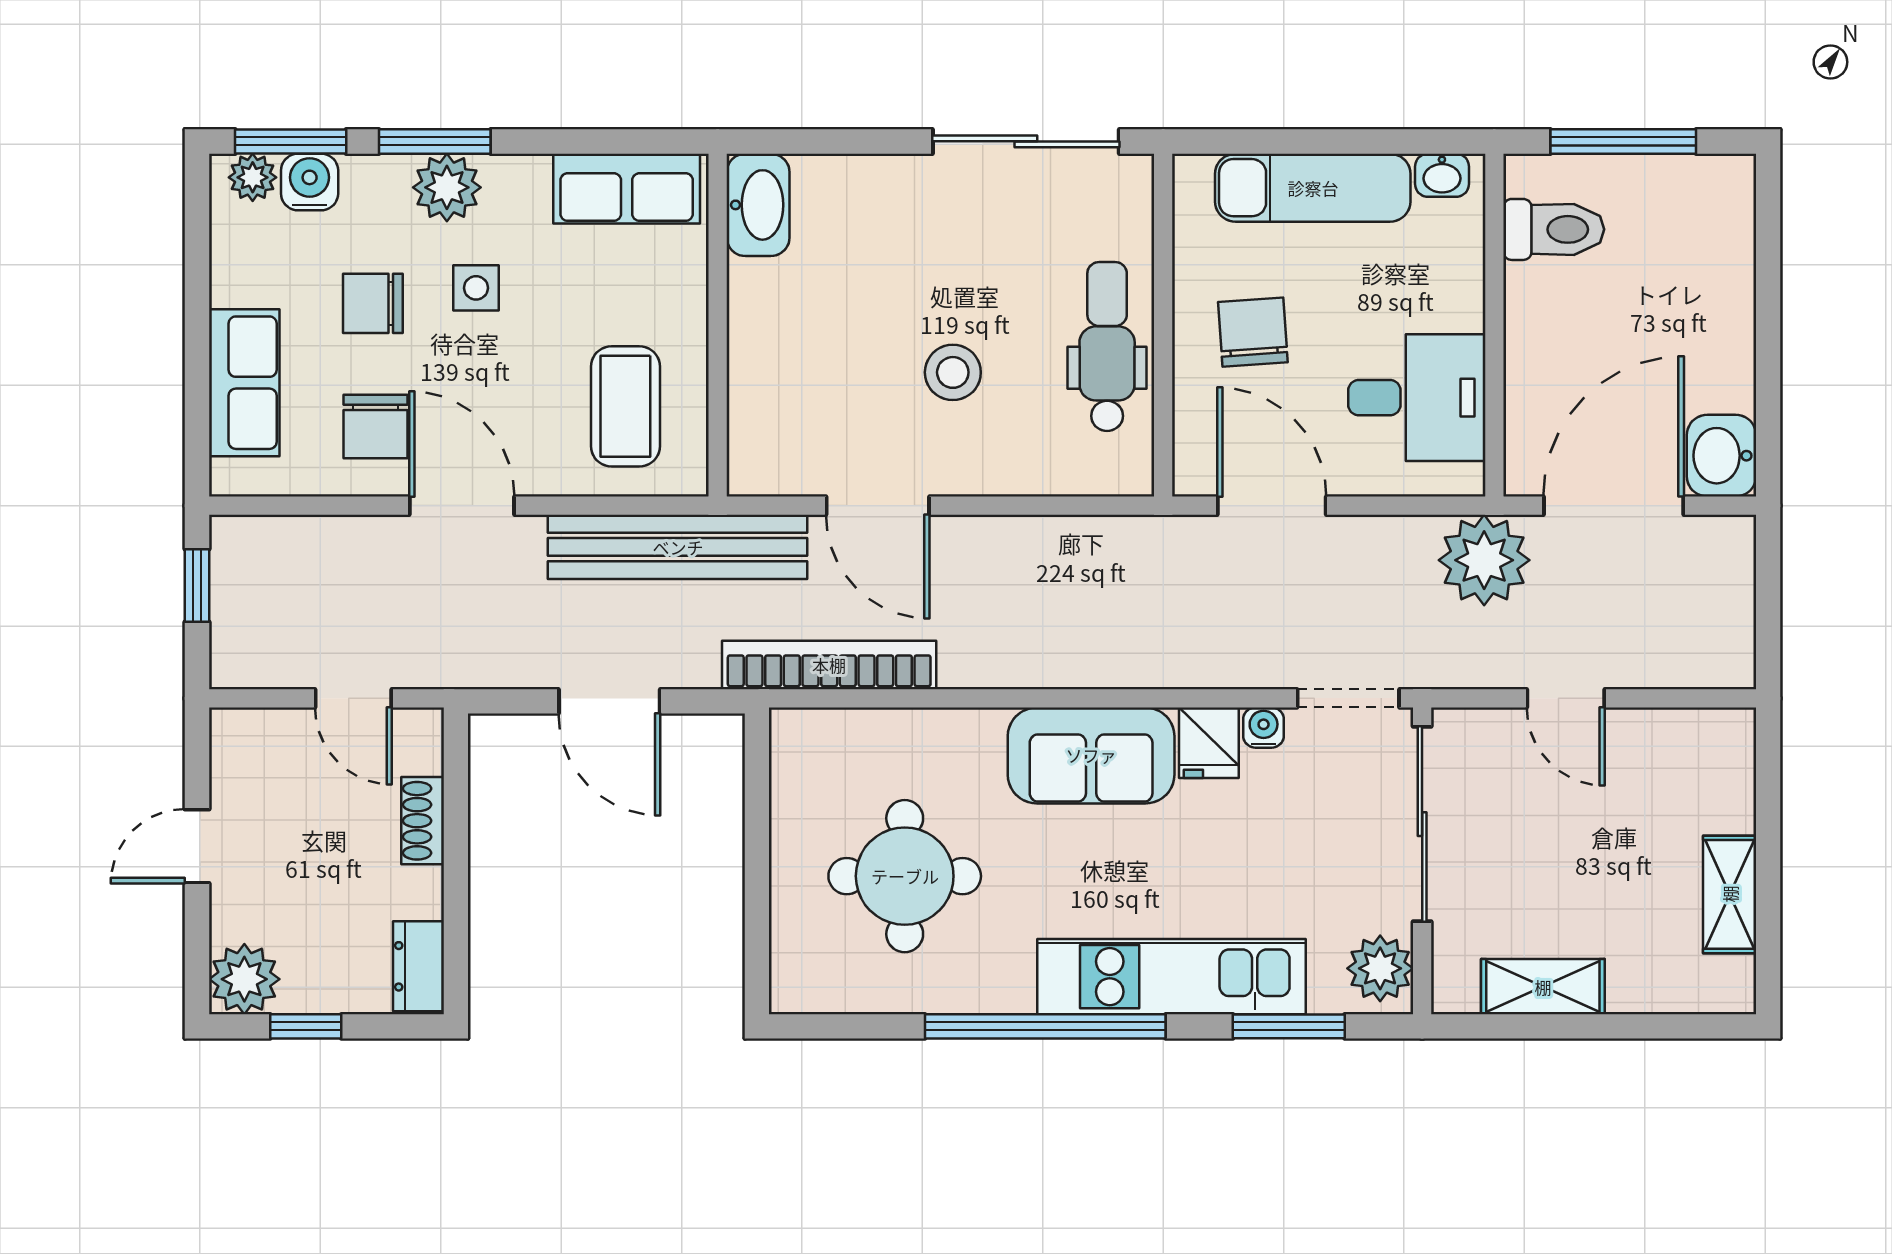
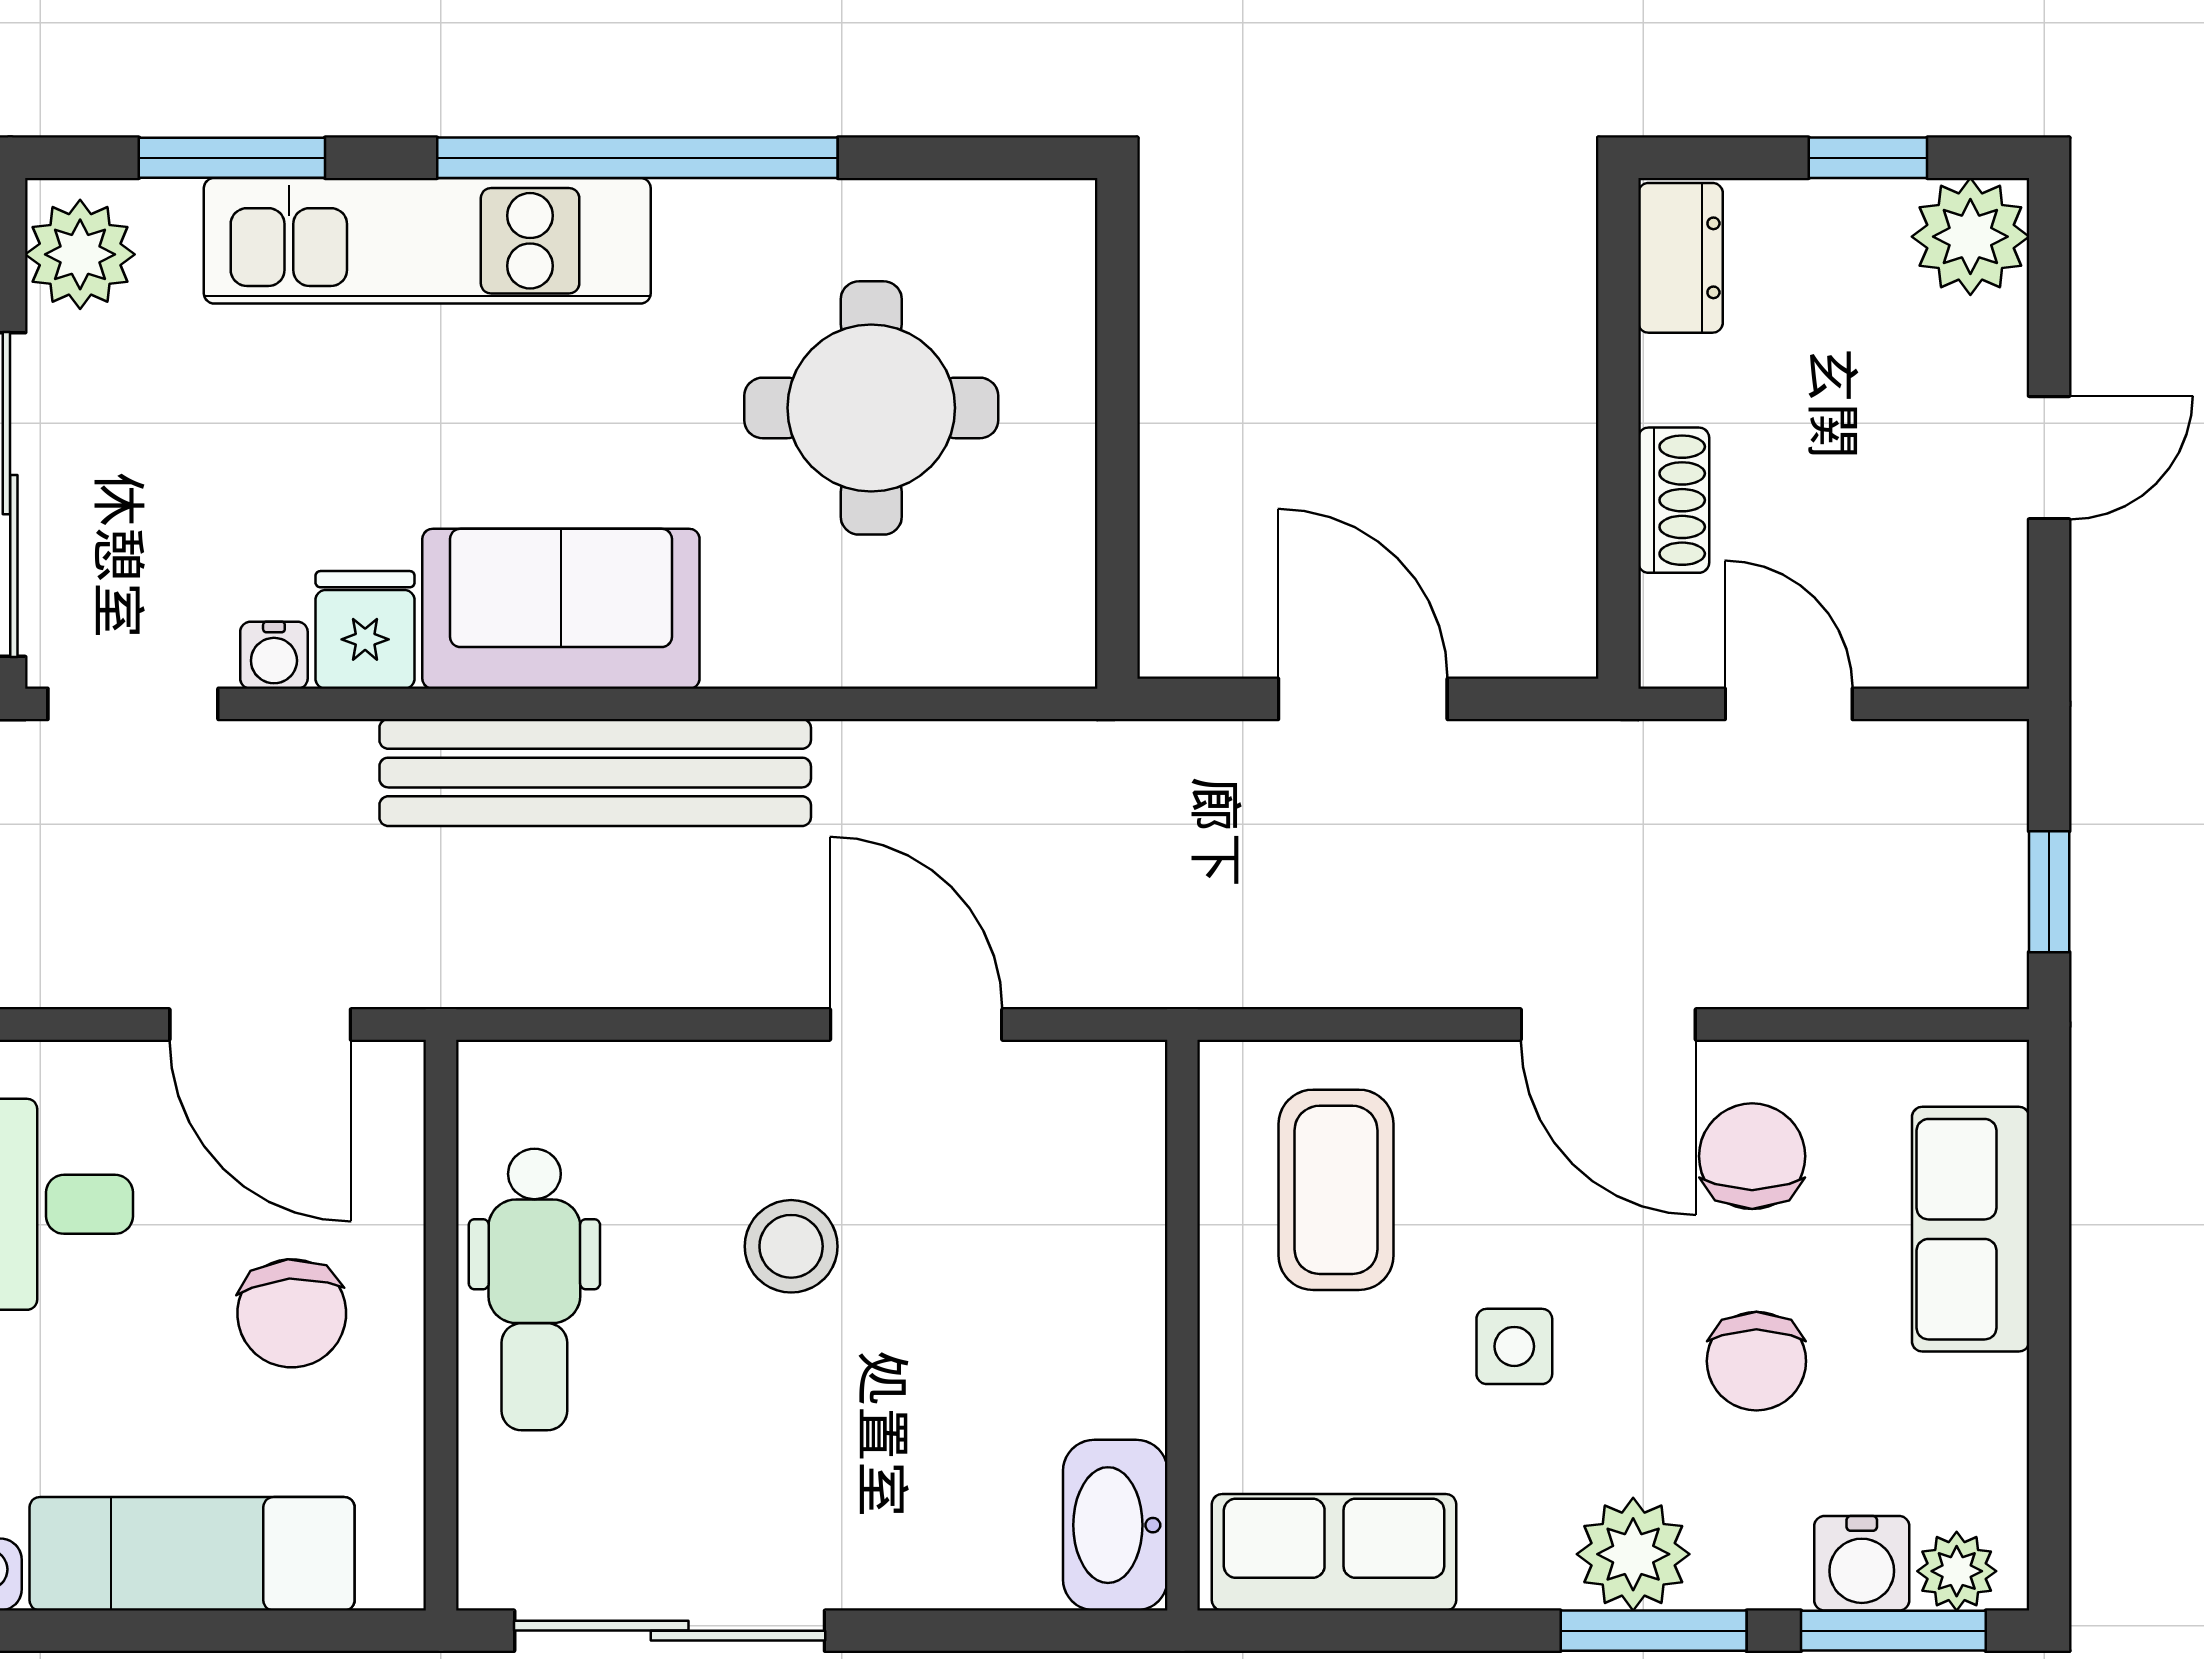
side table: (476, 288) -> (1514, 1346), moved
chair: (373, 303) -> (1756, 1361), turned 90
bench: (678, 547) -> (595, 773), moved
bookcase: (829, 665) -> (997, 759), removed

